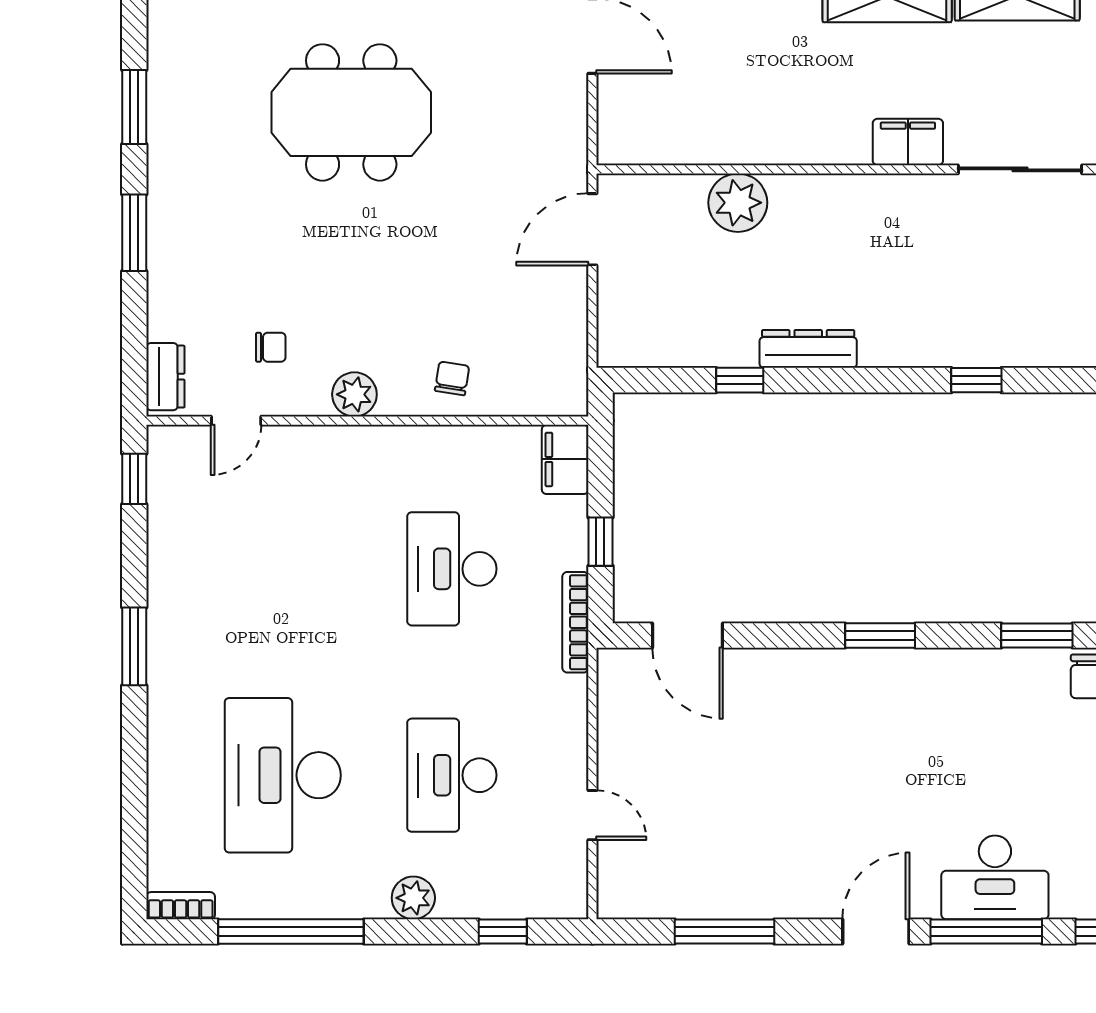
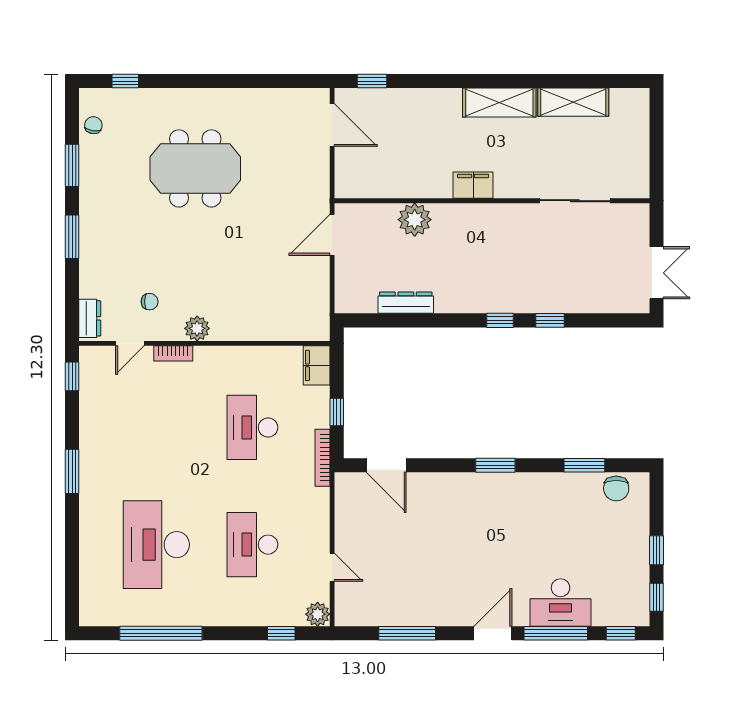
filing cabinet: (908, 142) -> (473, 185), moved
dresser: (808, 349) -> (406, 303), moved
chair: (452, 378) -> (93, 125), moved
window: (740, 380) -> (500, 320), moved
plant: (413, 898) -> (318, 614), moved
bookcase: (181, 906) -> (173, 353), moved, turned 180

